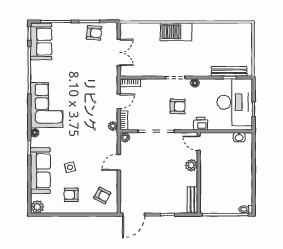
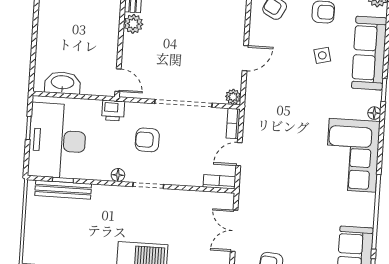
plant: (113, 126) -> (251, 116), removed
washbasin: (239, 137) -> (63, 83), width x1.91, depth x1.45
plant: (191, 165) -> (133, 24), moved

